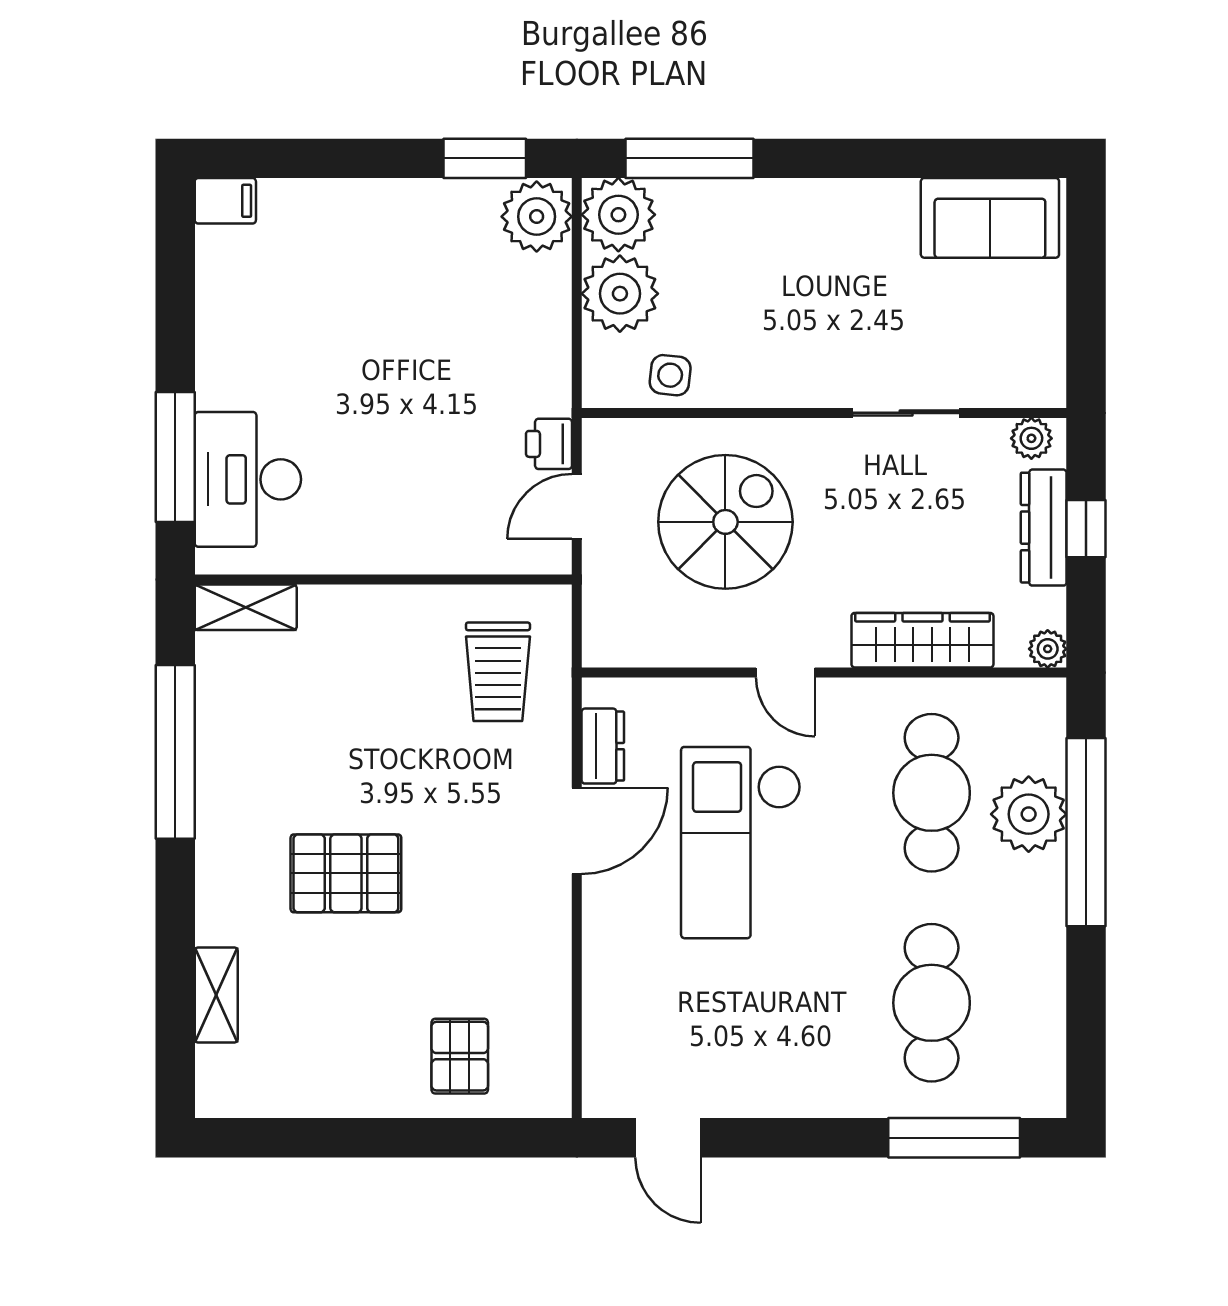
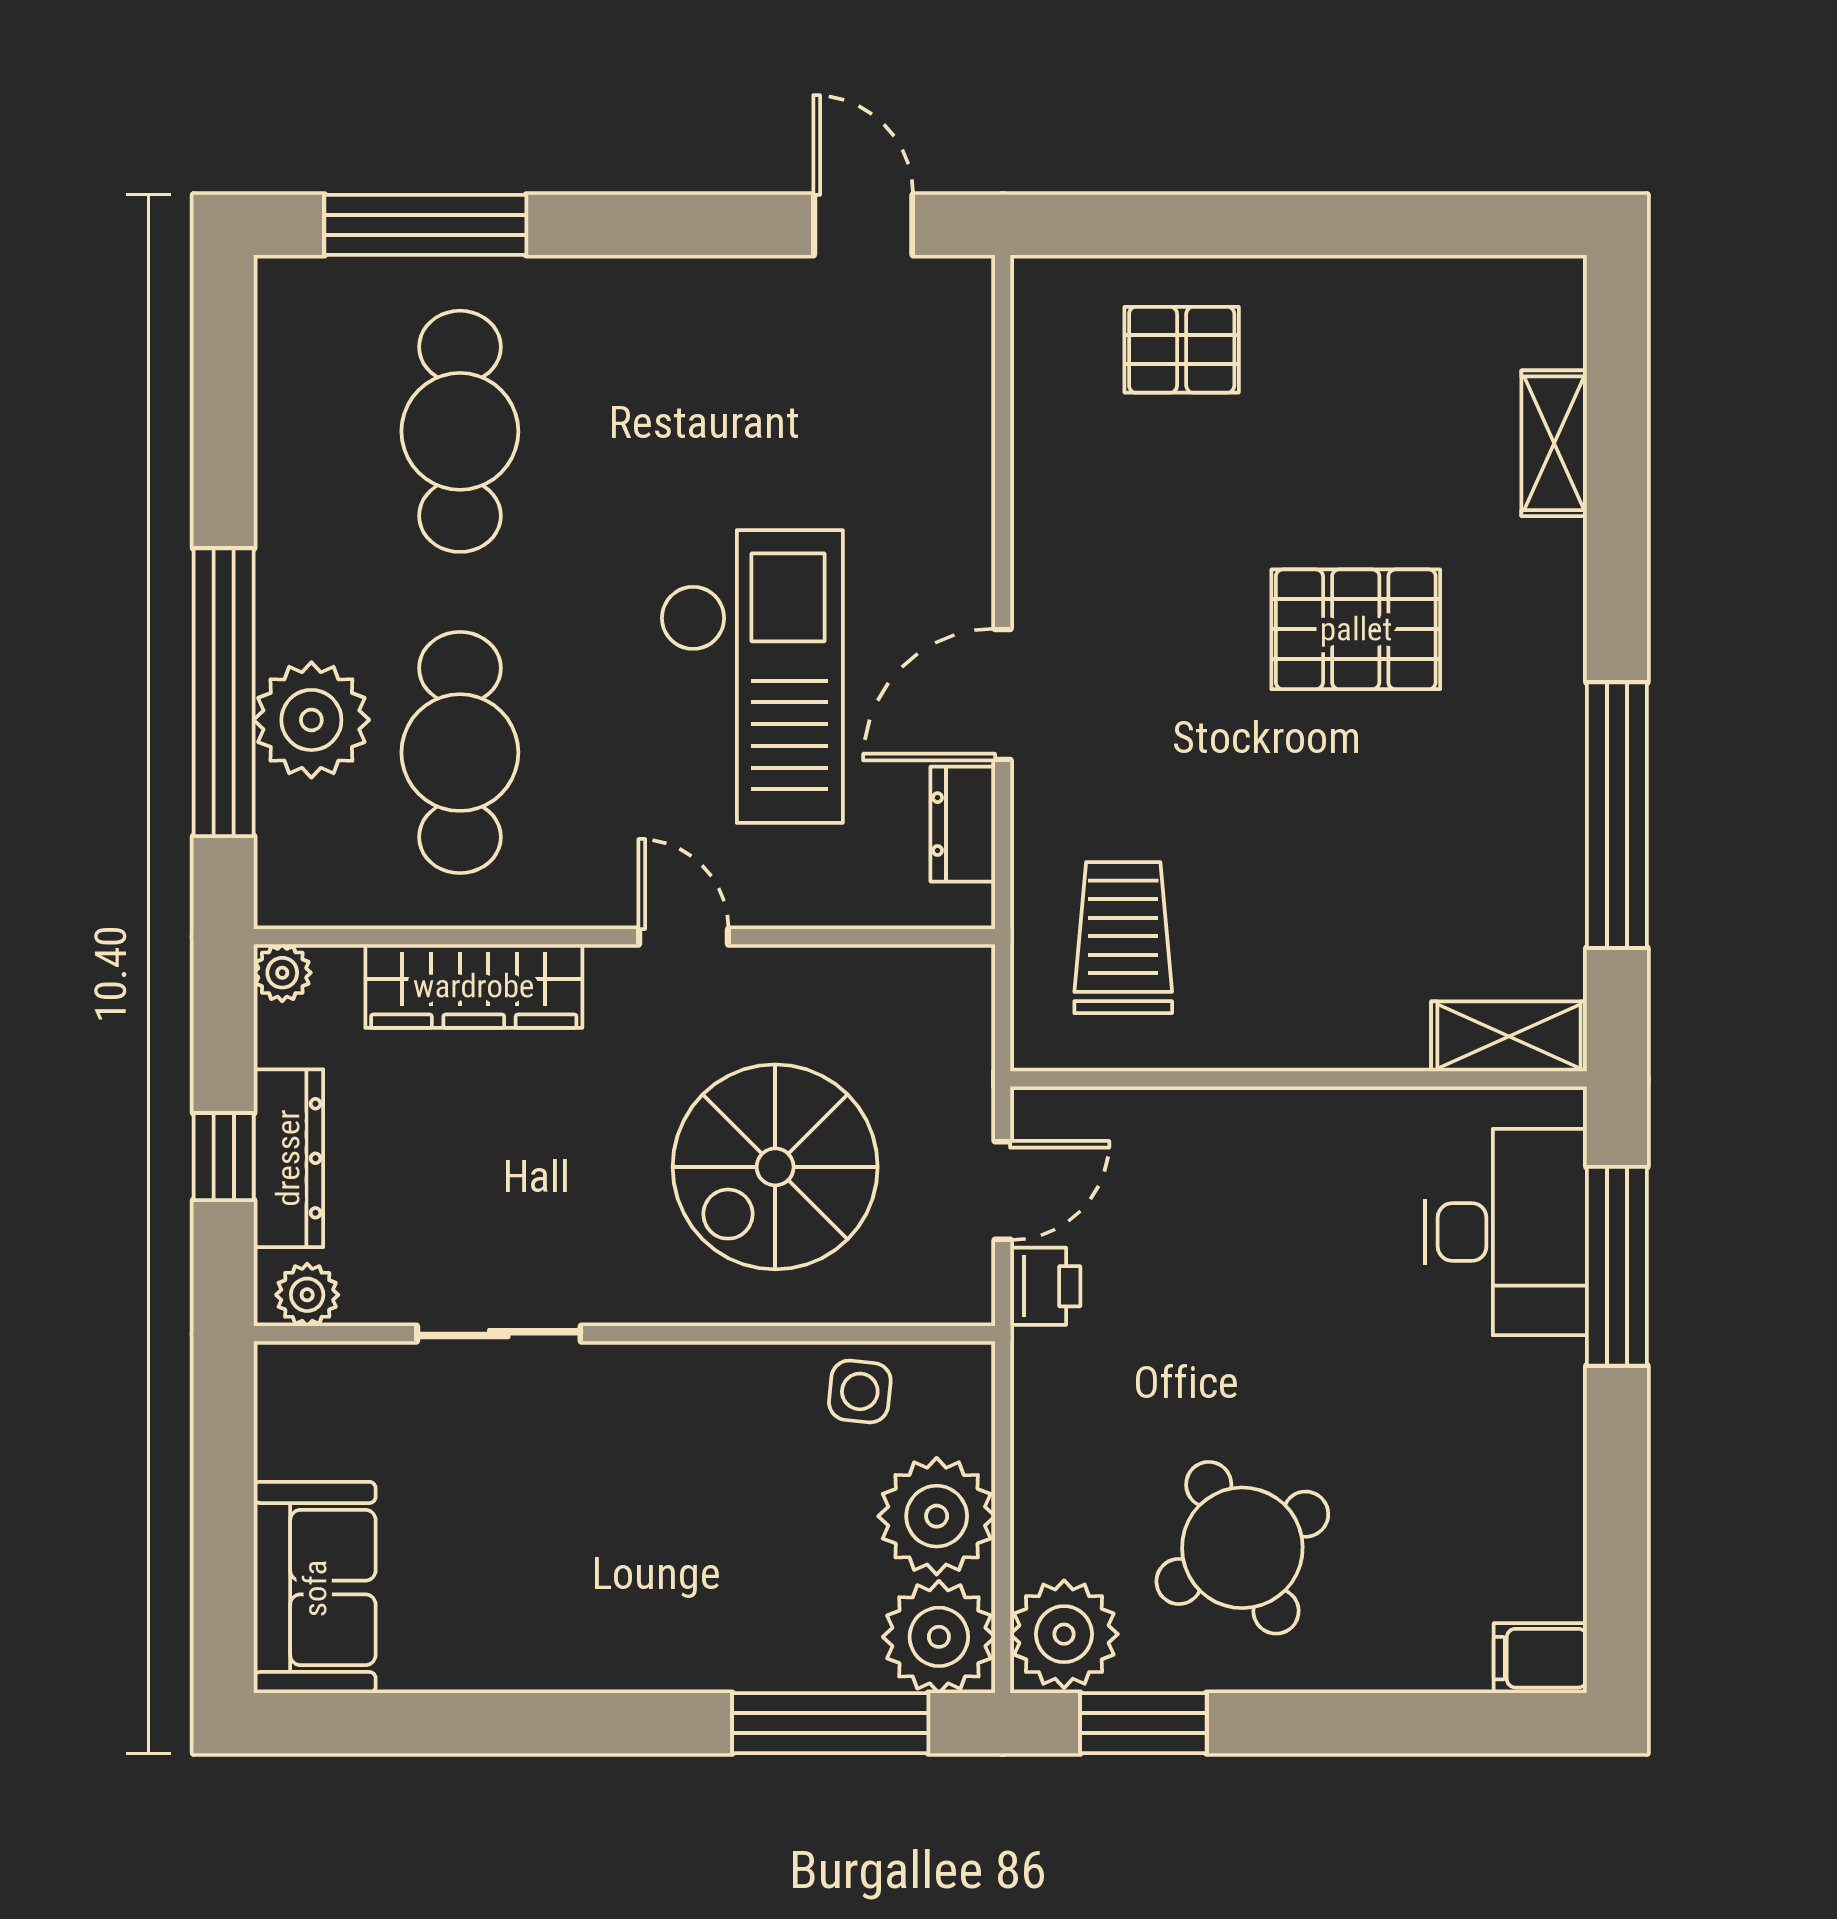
sofa: (990, 218) -> (315, 1588), moved, turned 90
round table: (420, 273) -> (1242, 1548), added
pallet: (460, 1056) -> (1182, 350), turned 90

